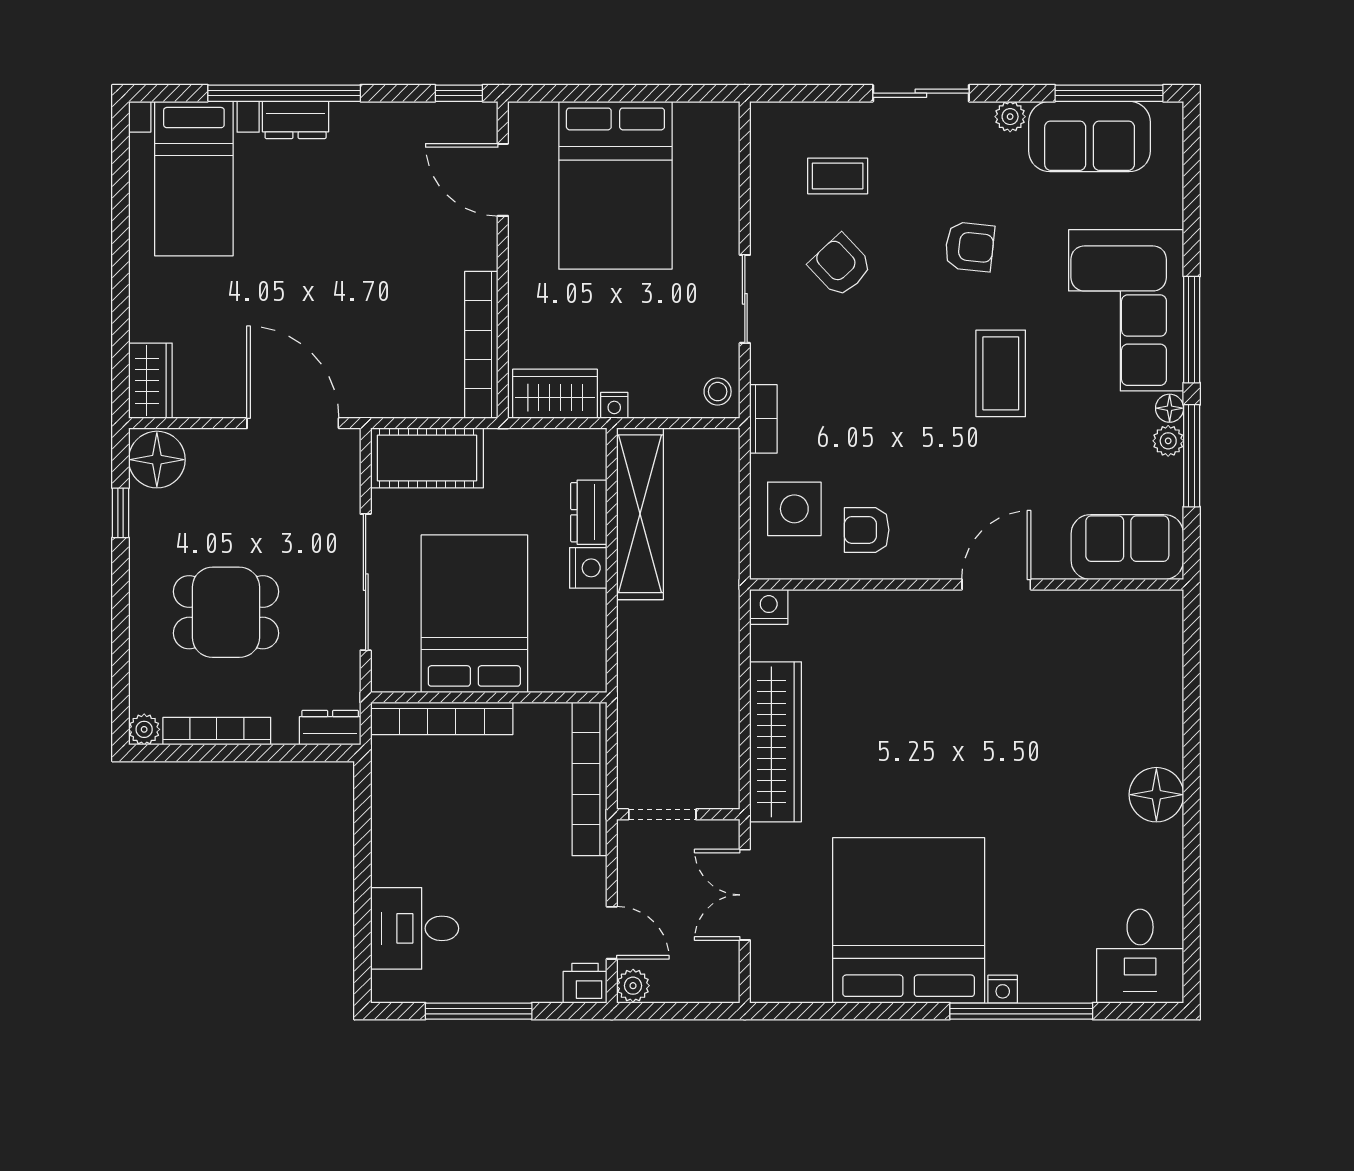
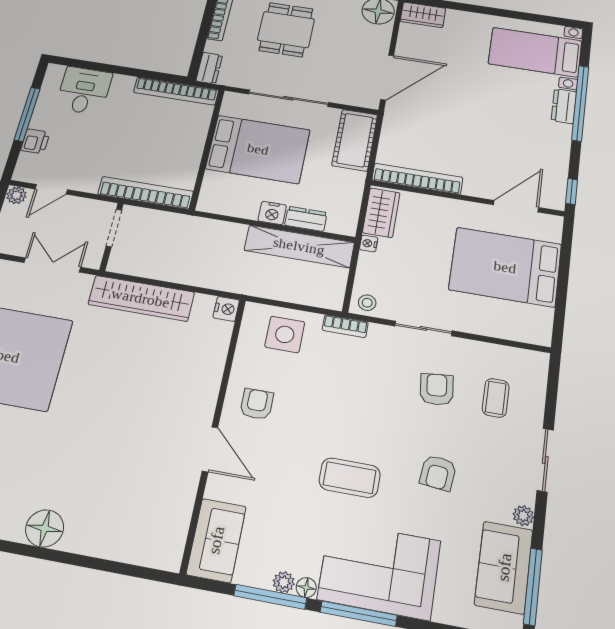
armchair: (840, 265) -> (437, 389), turned -53
armchair: (867, 530) -> (257, 404), moved
bookcase: (442, 718) -> (176, 91), moved, turned -90
printer: (585, 983) -> (35, 141), moved

